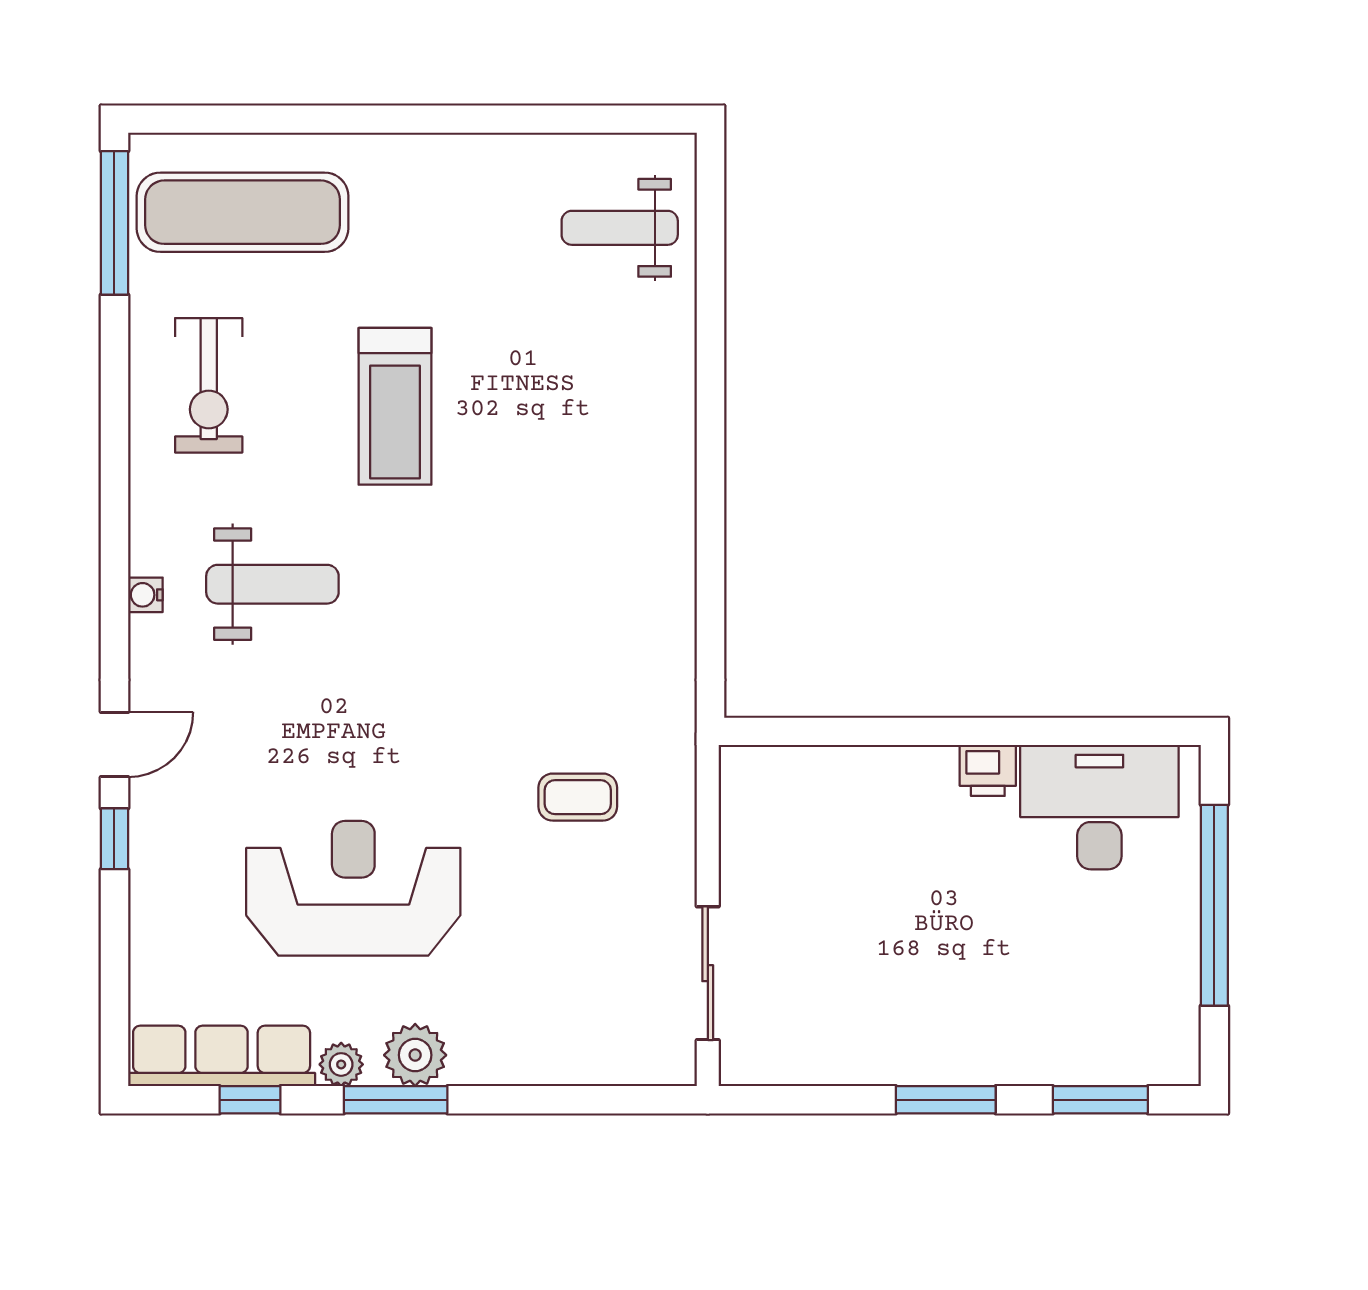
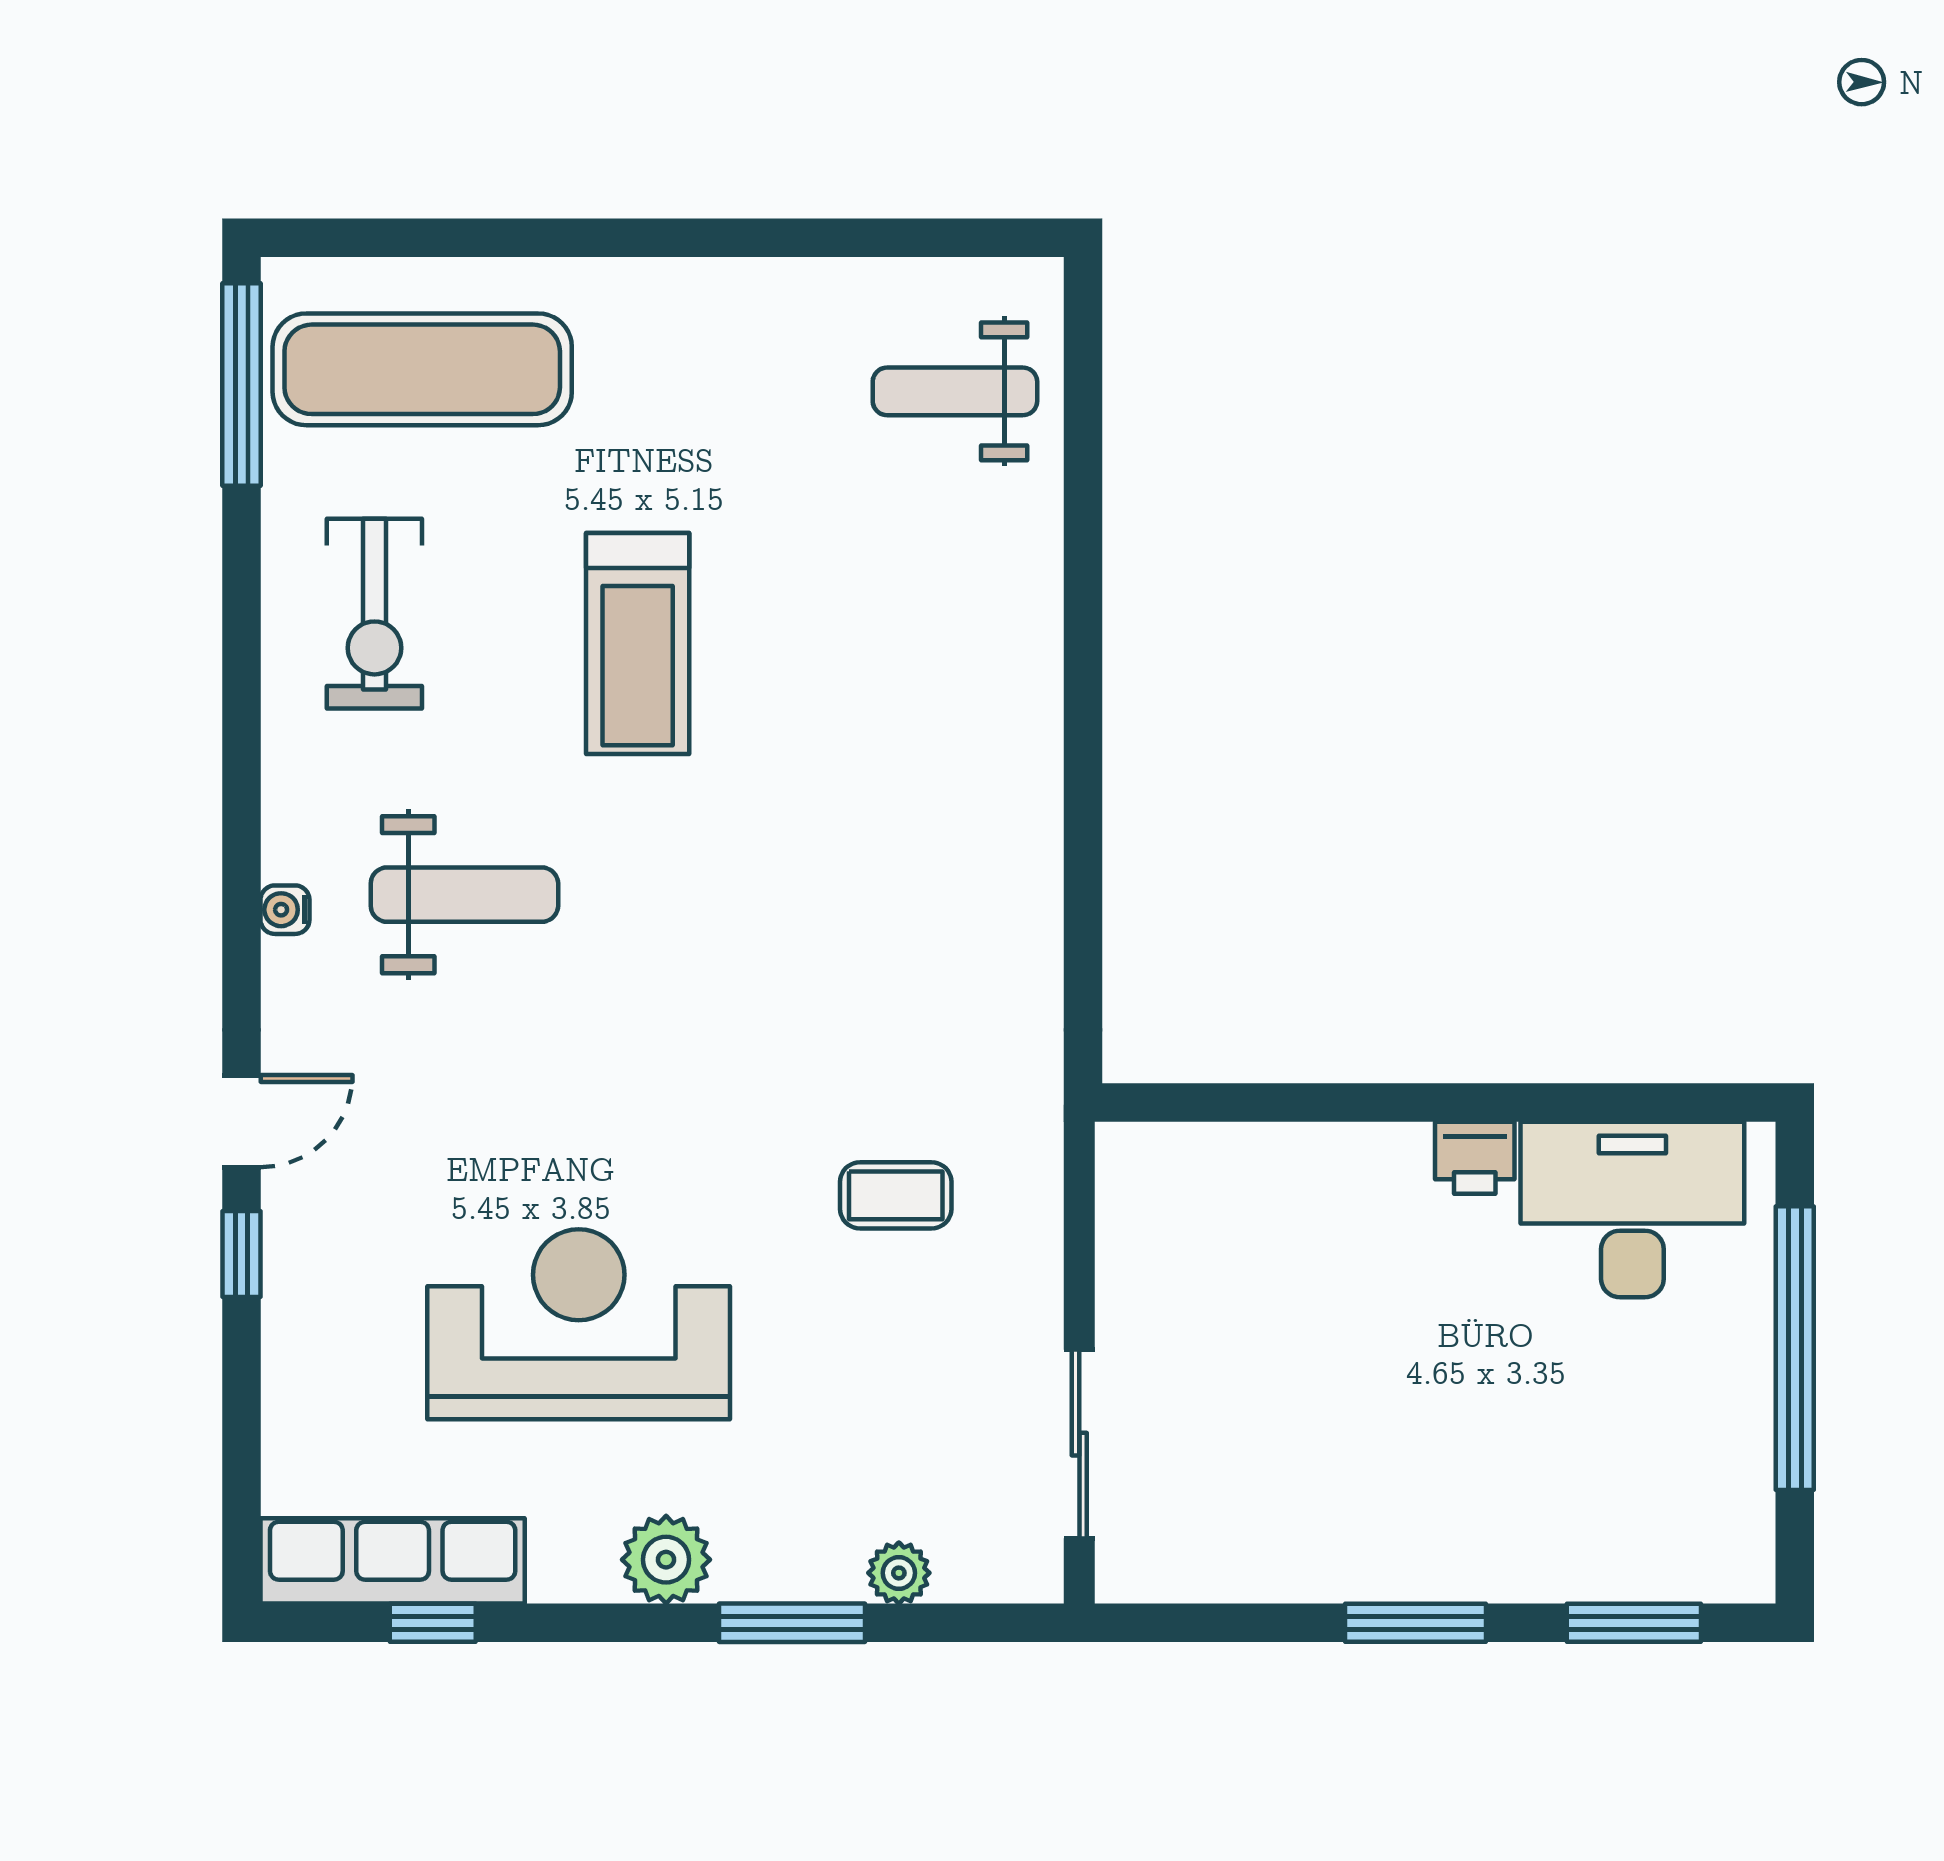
plant: (341, 1064) -> (899, 1573), moved
window: (396, 1100) -> (792, 1623), moved

